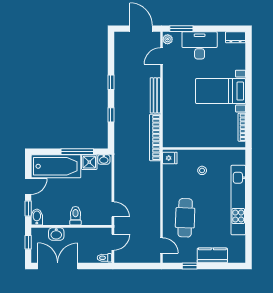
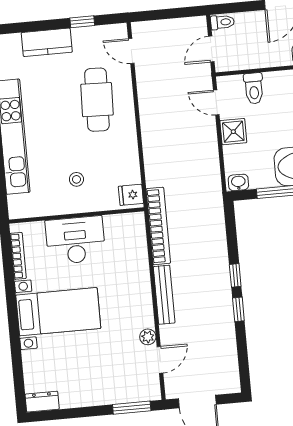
plant: (168, 39) -> (148, 337), moved
desk: (200, 45) -> (75, 240), moved, turned 180
window: (111, 115) -> (235, 275), moved
shower: (89, 162) -> (233, 132), moved
toilet: (75, 216) -> (254, 88), moved

